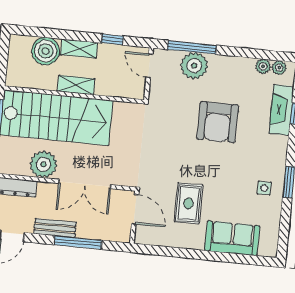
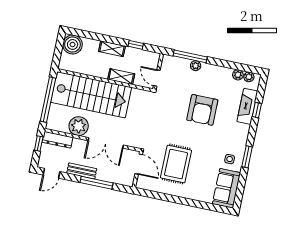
boiler: (46, 51) -> (73, 44), moved
door: (149, 66) -> (157, 78), moved
plant: (194, 66) -> (196, 66), width x0.53, depth x0.53
shelving: (76, 85) -> (121, 77), moved
rug: (189, 203) -> (176, 164), width x1.36, depth x1.43
sofa: (232, 238) -> (226, 188), moved, turned -90

